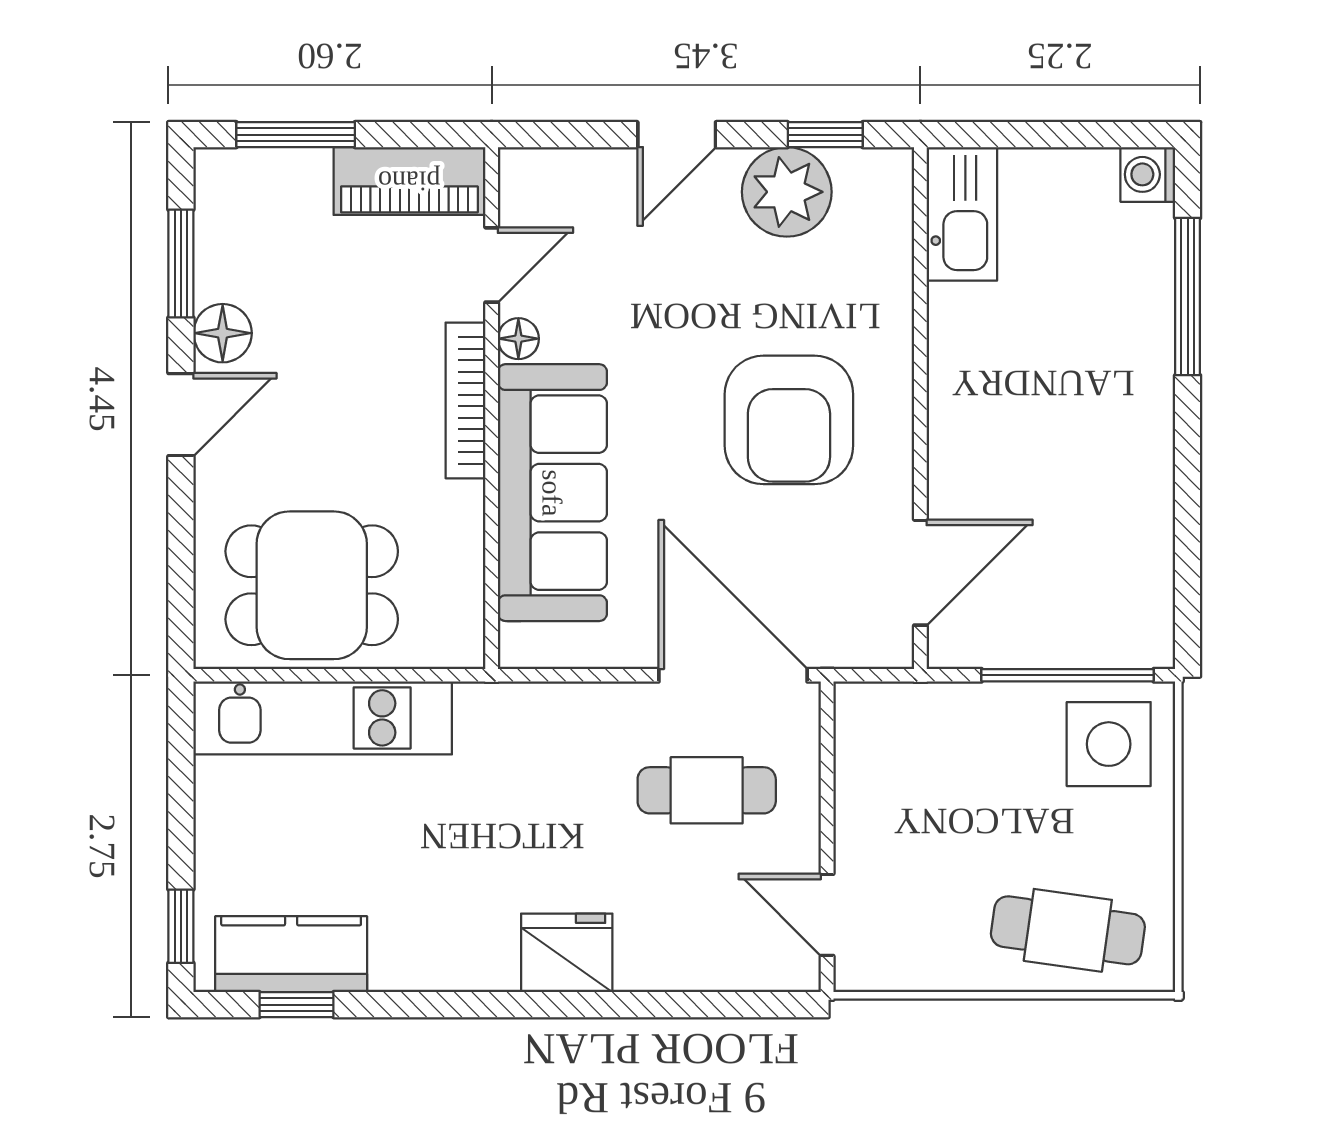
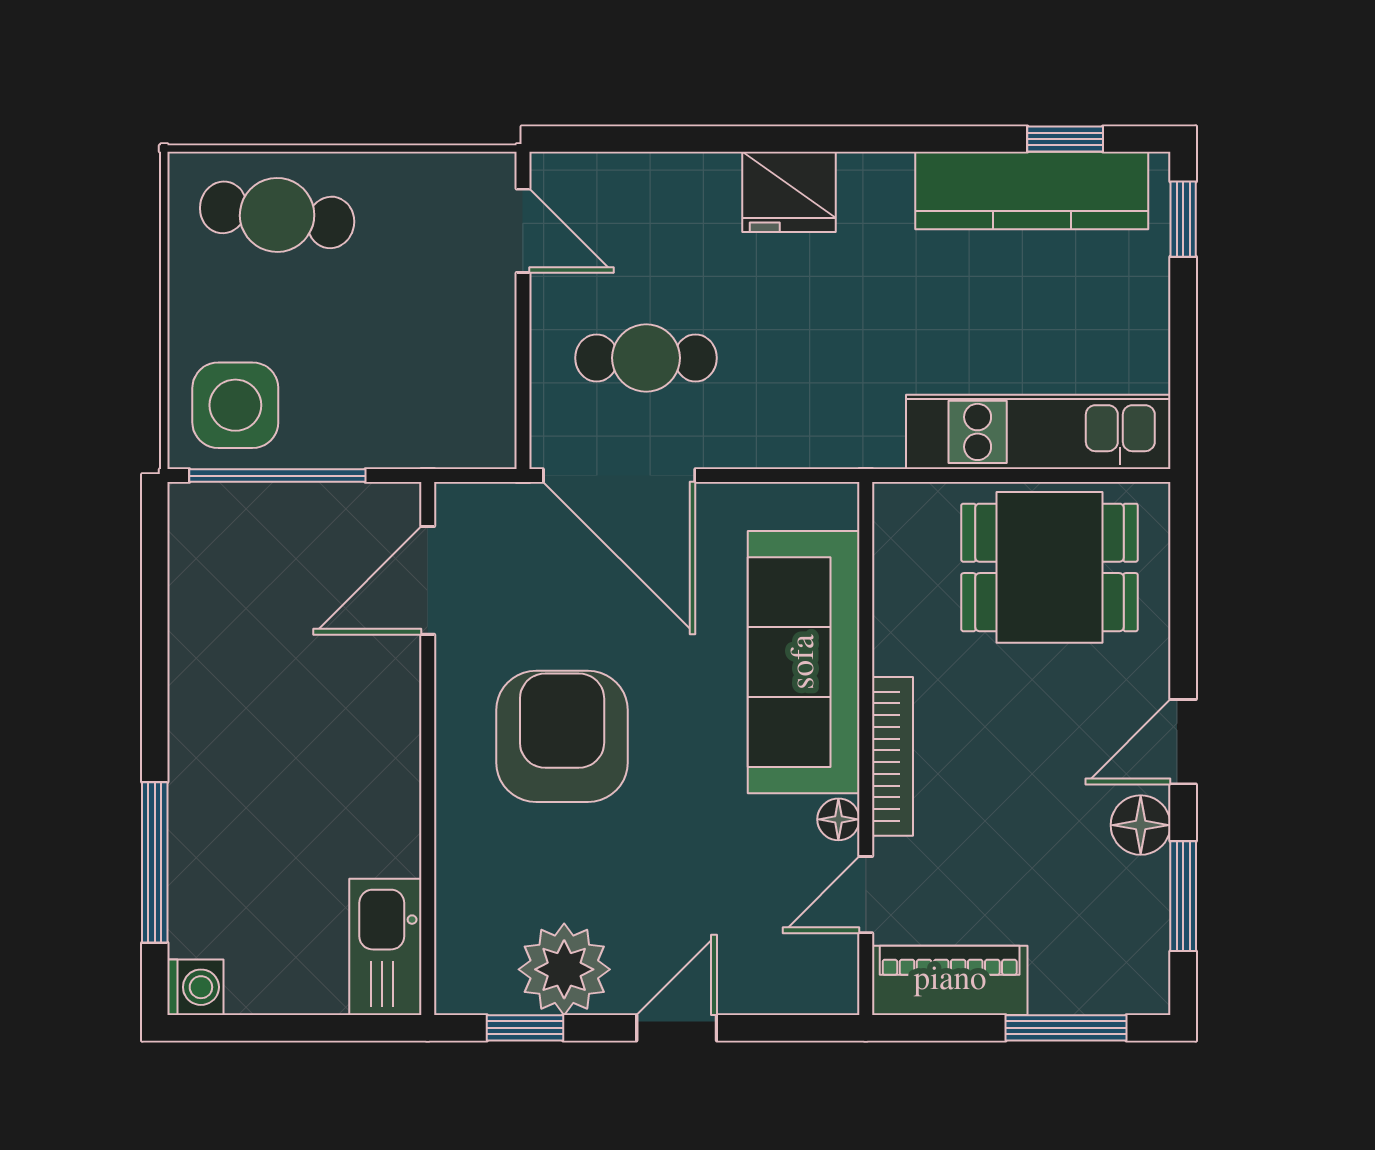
kitchen counter: (291, 954) -> (1032, 191), width x1.50

